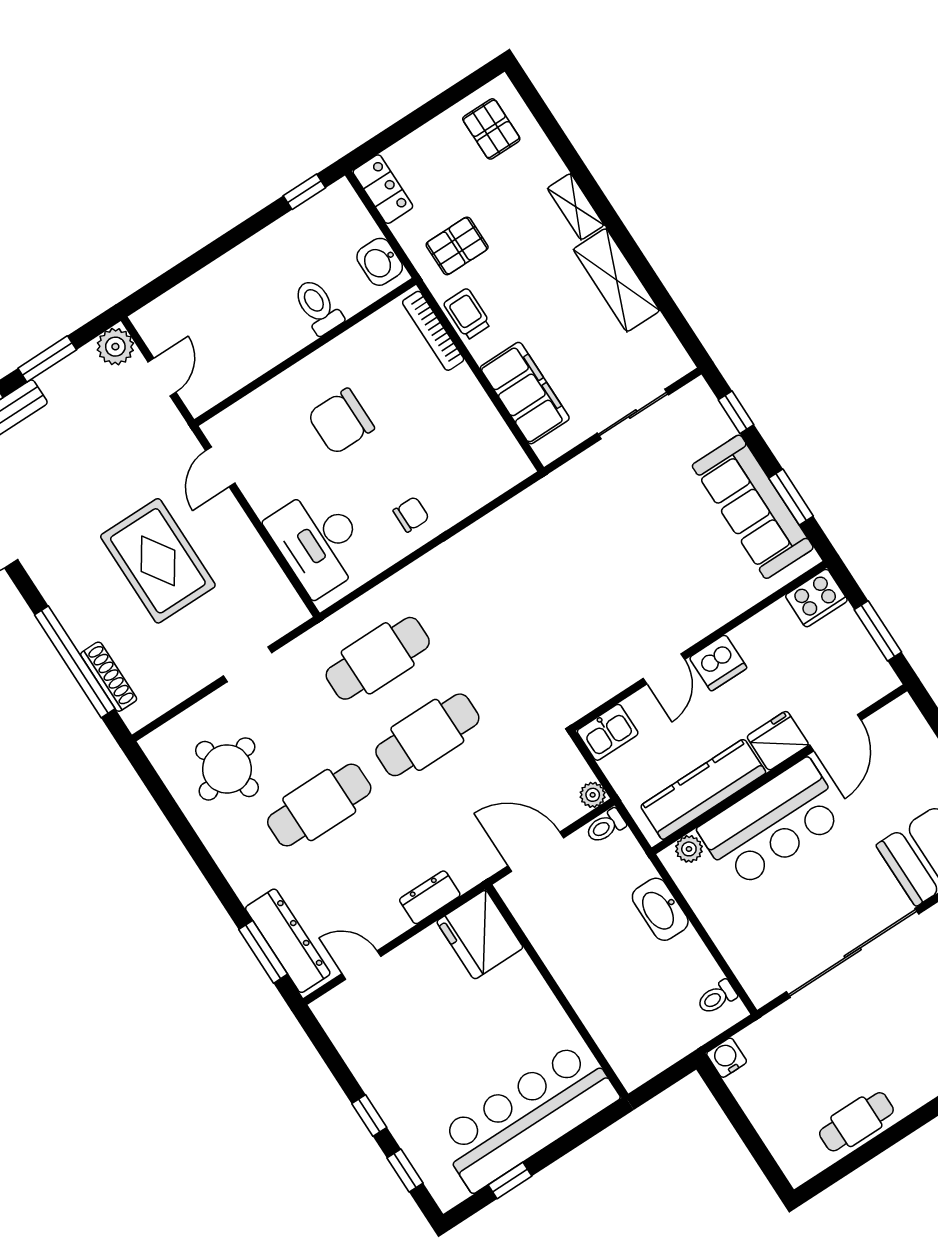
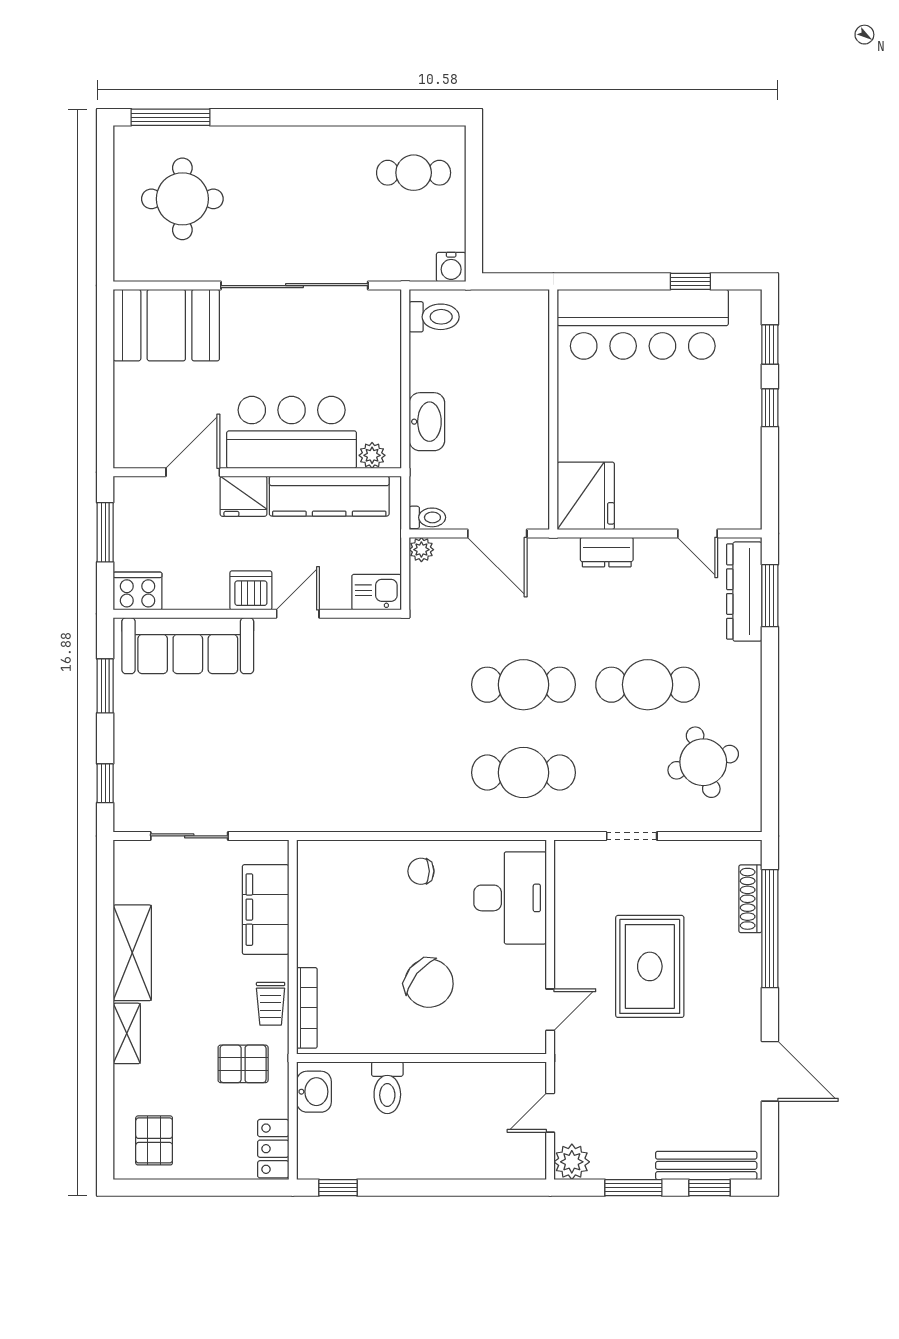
chair: (341, 421) -> (429, 983), turned 39
sofa: (753, 507) -> (188, 646), moved, turned 90
toilet: (717, 997) -> (434, 317), width x1.37, depth x1.39
cafe table: (856, 1122) -> (414, 173), moved

